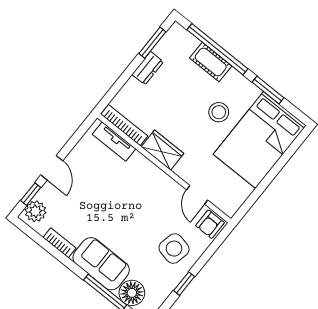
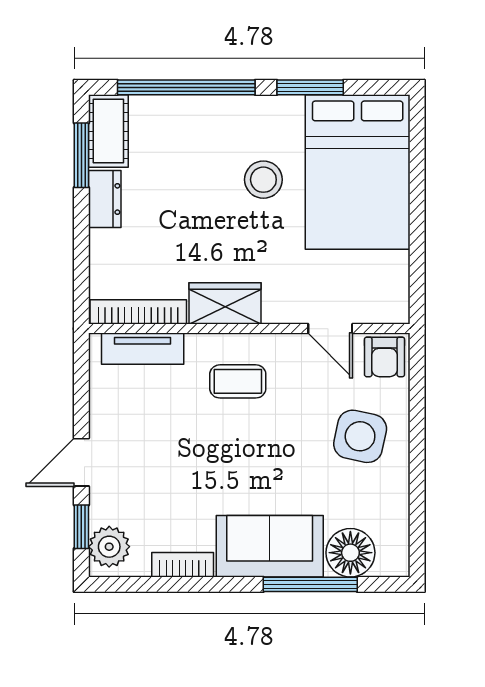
cot: (211, 62) -> (108, 131), moved, turned 90
door: (52, 168) -> (81, 462), swing flipped
coffee table: (142, 186) -> (238, 381), added
window: (184, 284) -> (417, 476), removed

